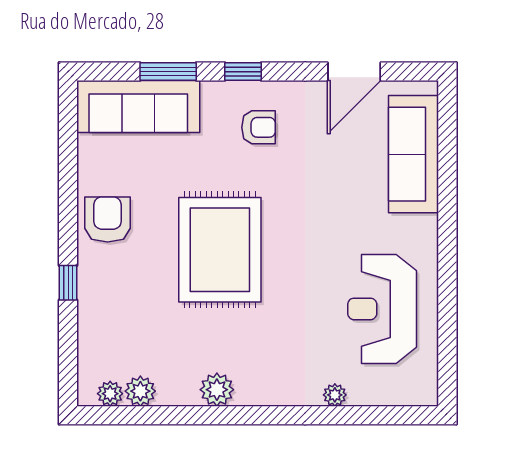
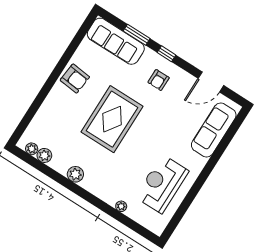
armchair: (259, 127) -> (159, 80), turned 90
armchair: (108, 219) -> (75, 79), turned 96
window: (68, 283) -> (43, 94), removed

